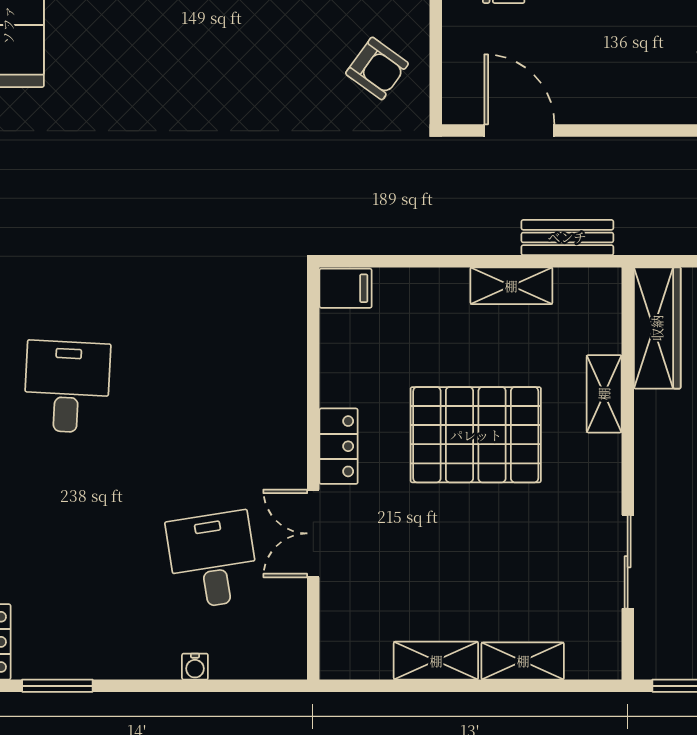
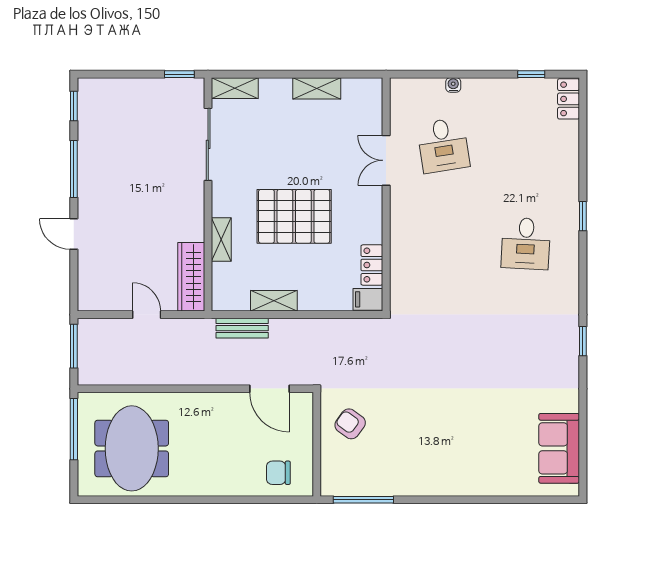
locker: (339, 446) -> (372, 265), moved
double door: (313, 533) -> (386, 160), swing flipped
sliding door: (628, 562) -> (208, 144), width x1.37
shelving: (523, 661) -> (235, 88), moved
window: (57, 686) -> (531, 74), width x0.67

